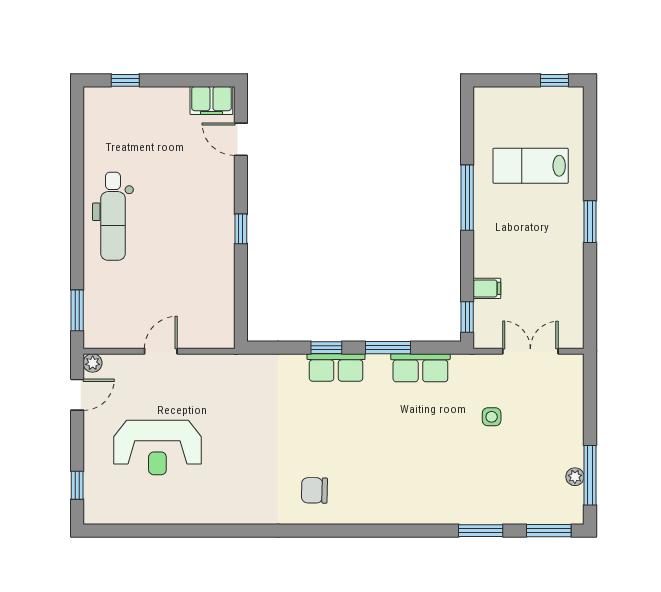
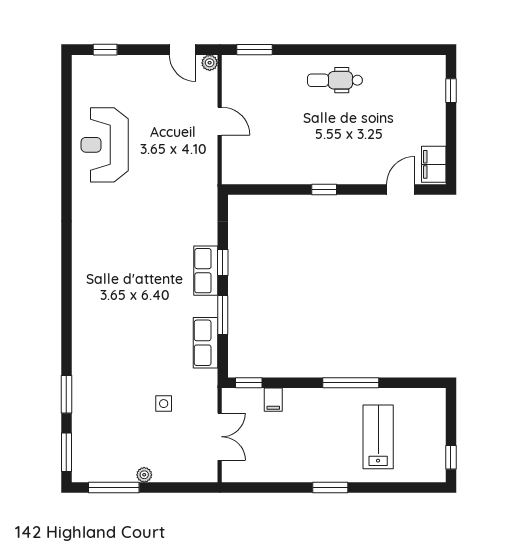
dental chair: (113, 216) -> (335, 80), width x0.73, depth x0.72
reception desk: (157, 448) -> (105, 145), moved
plant: (575, 477) -> (144, 475), moved
chair: (314, 490) -> (101, 252), removed

